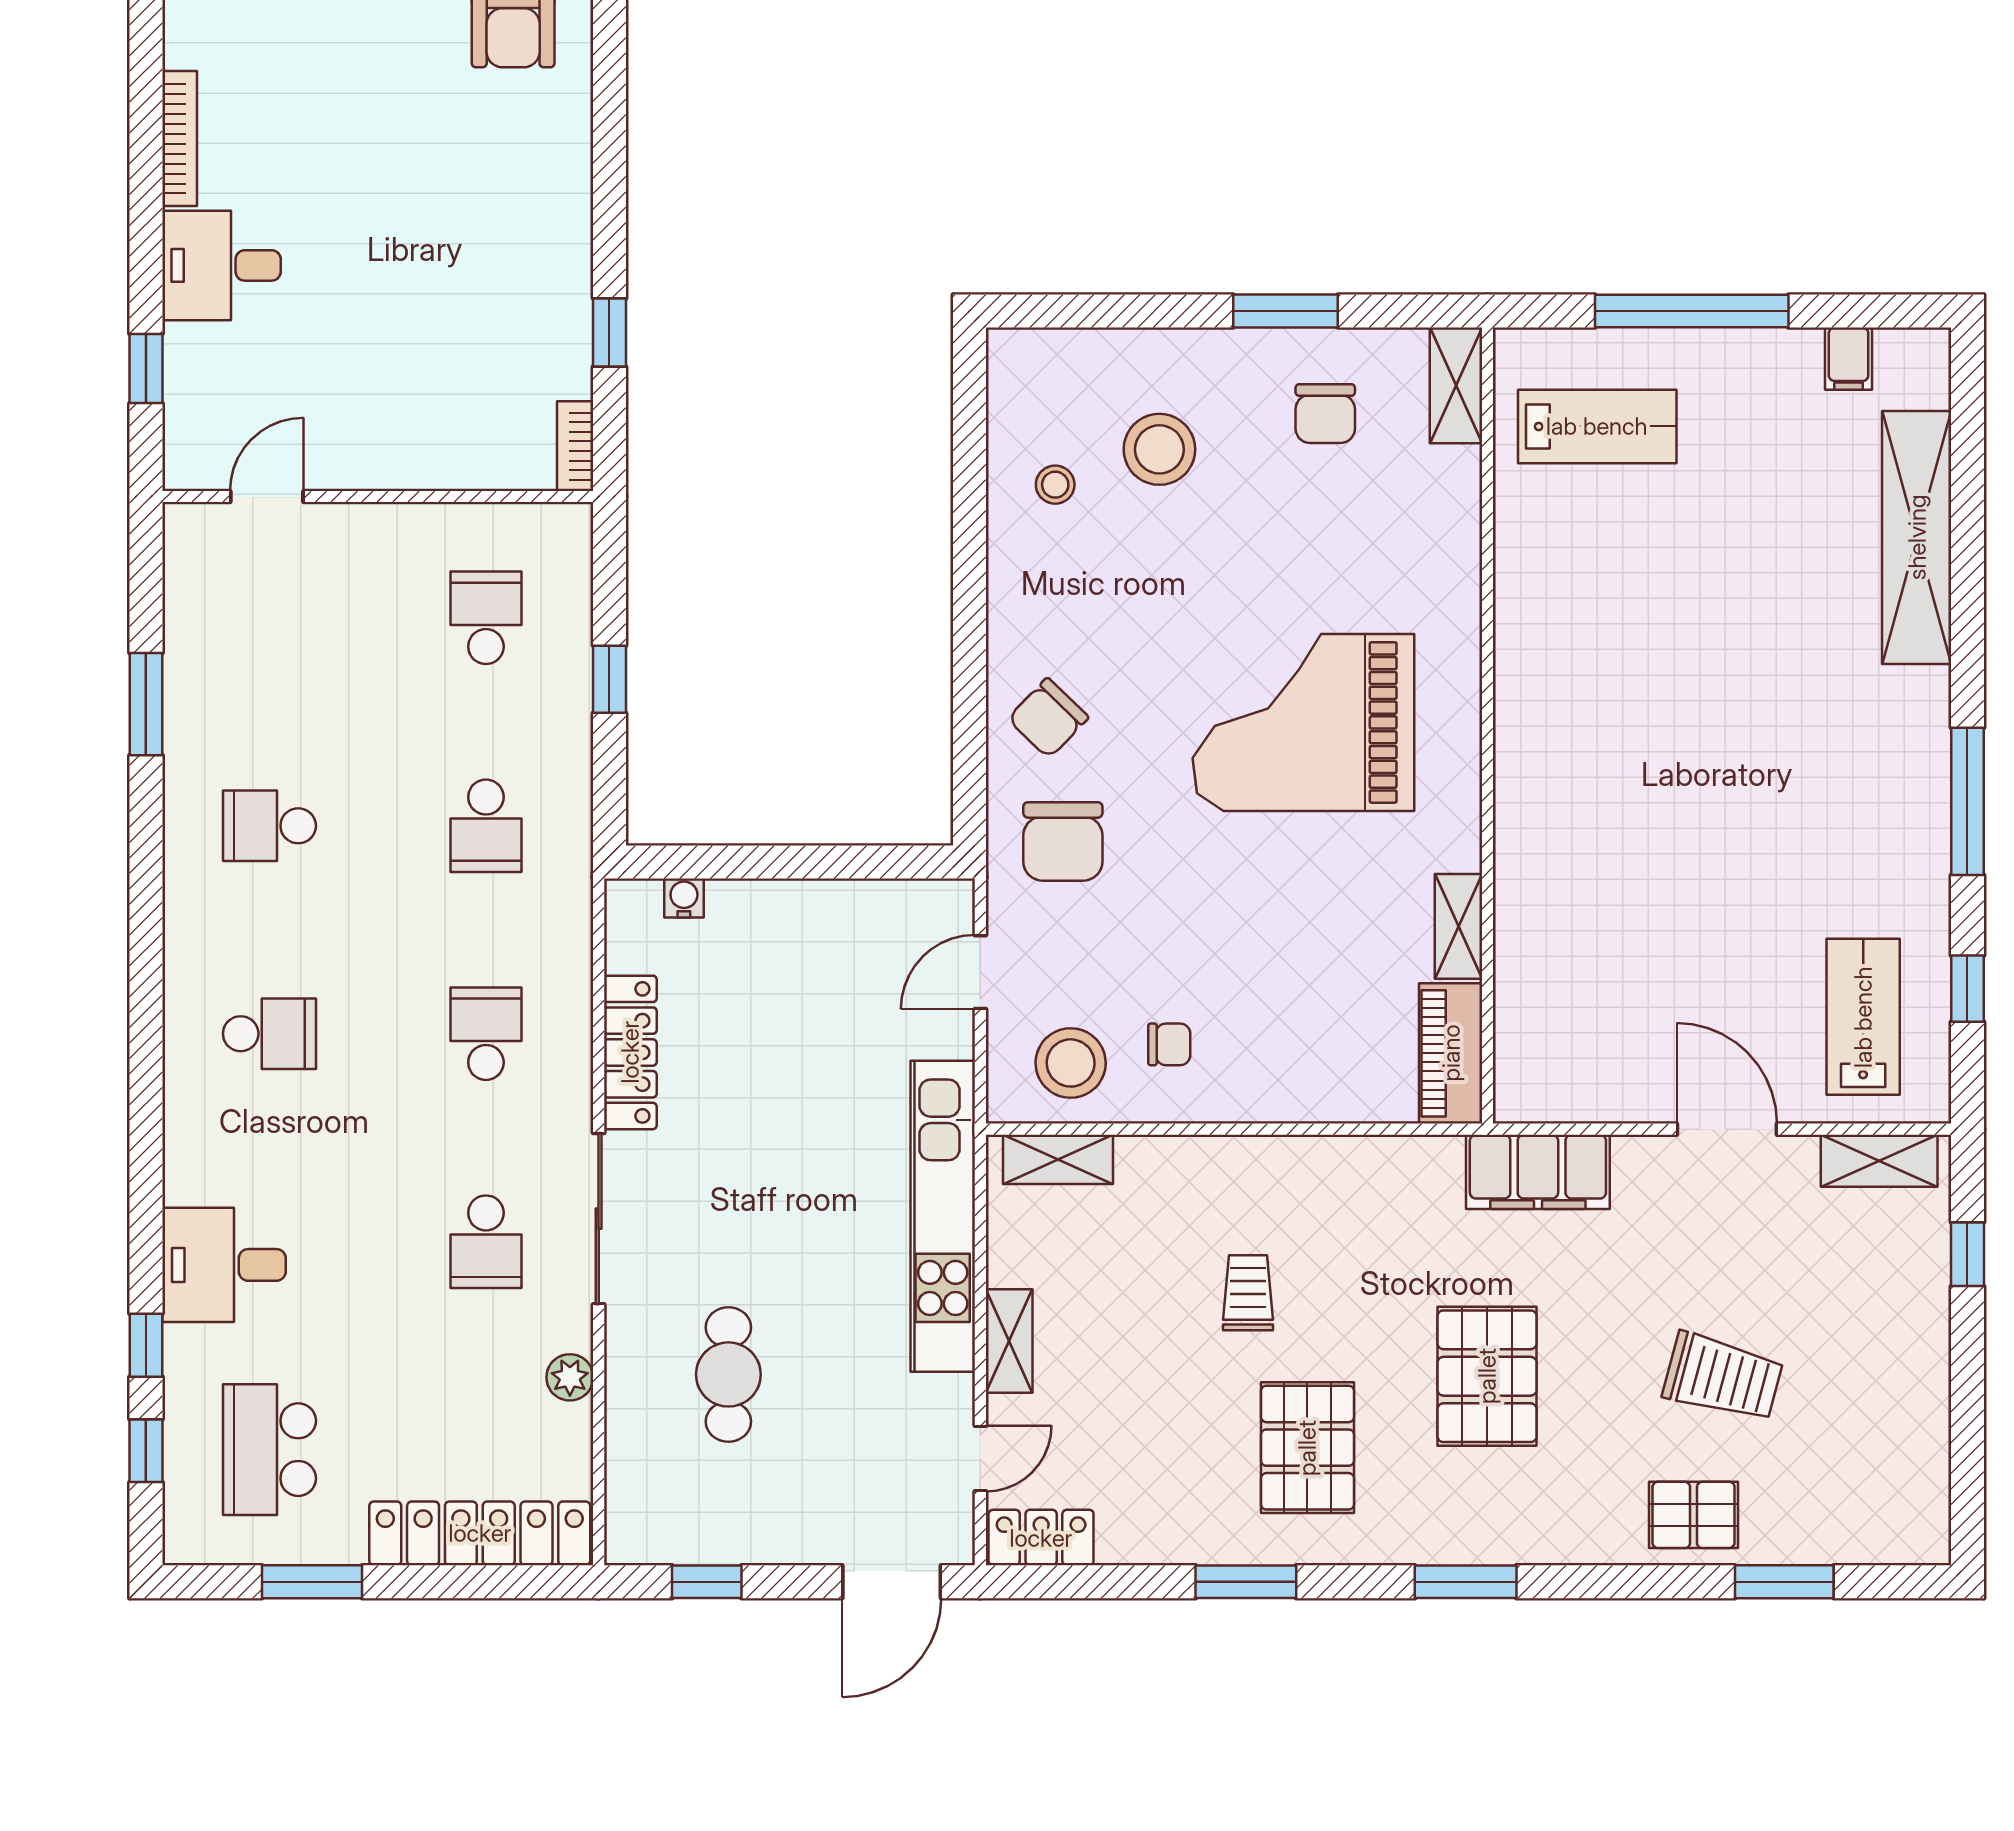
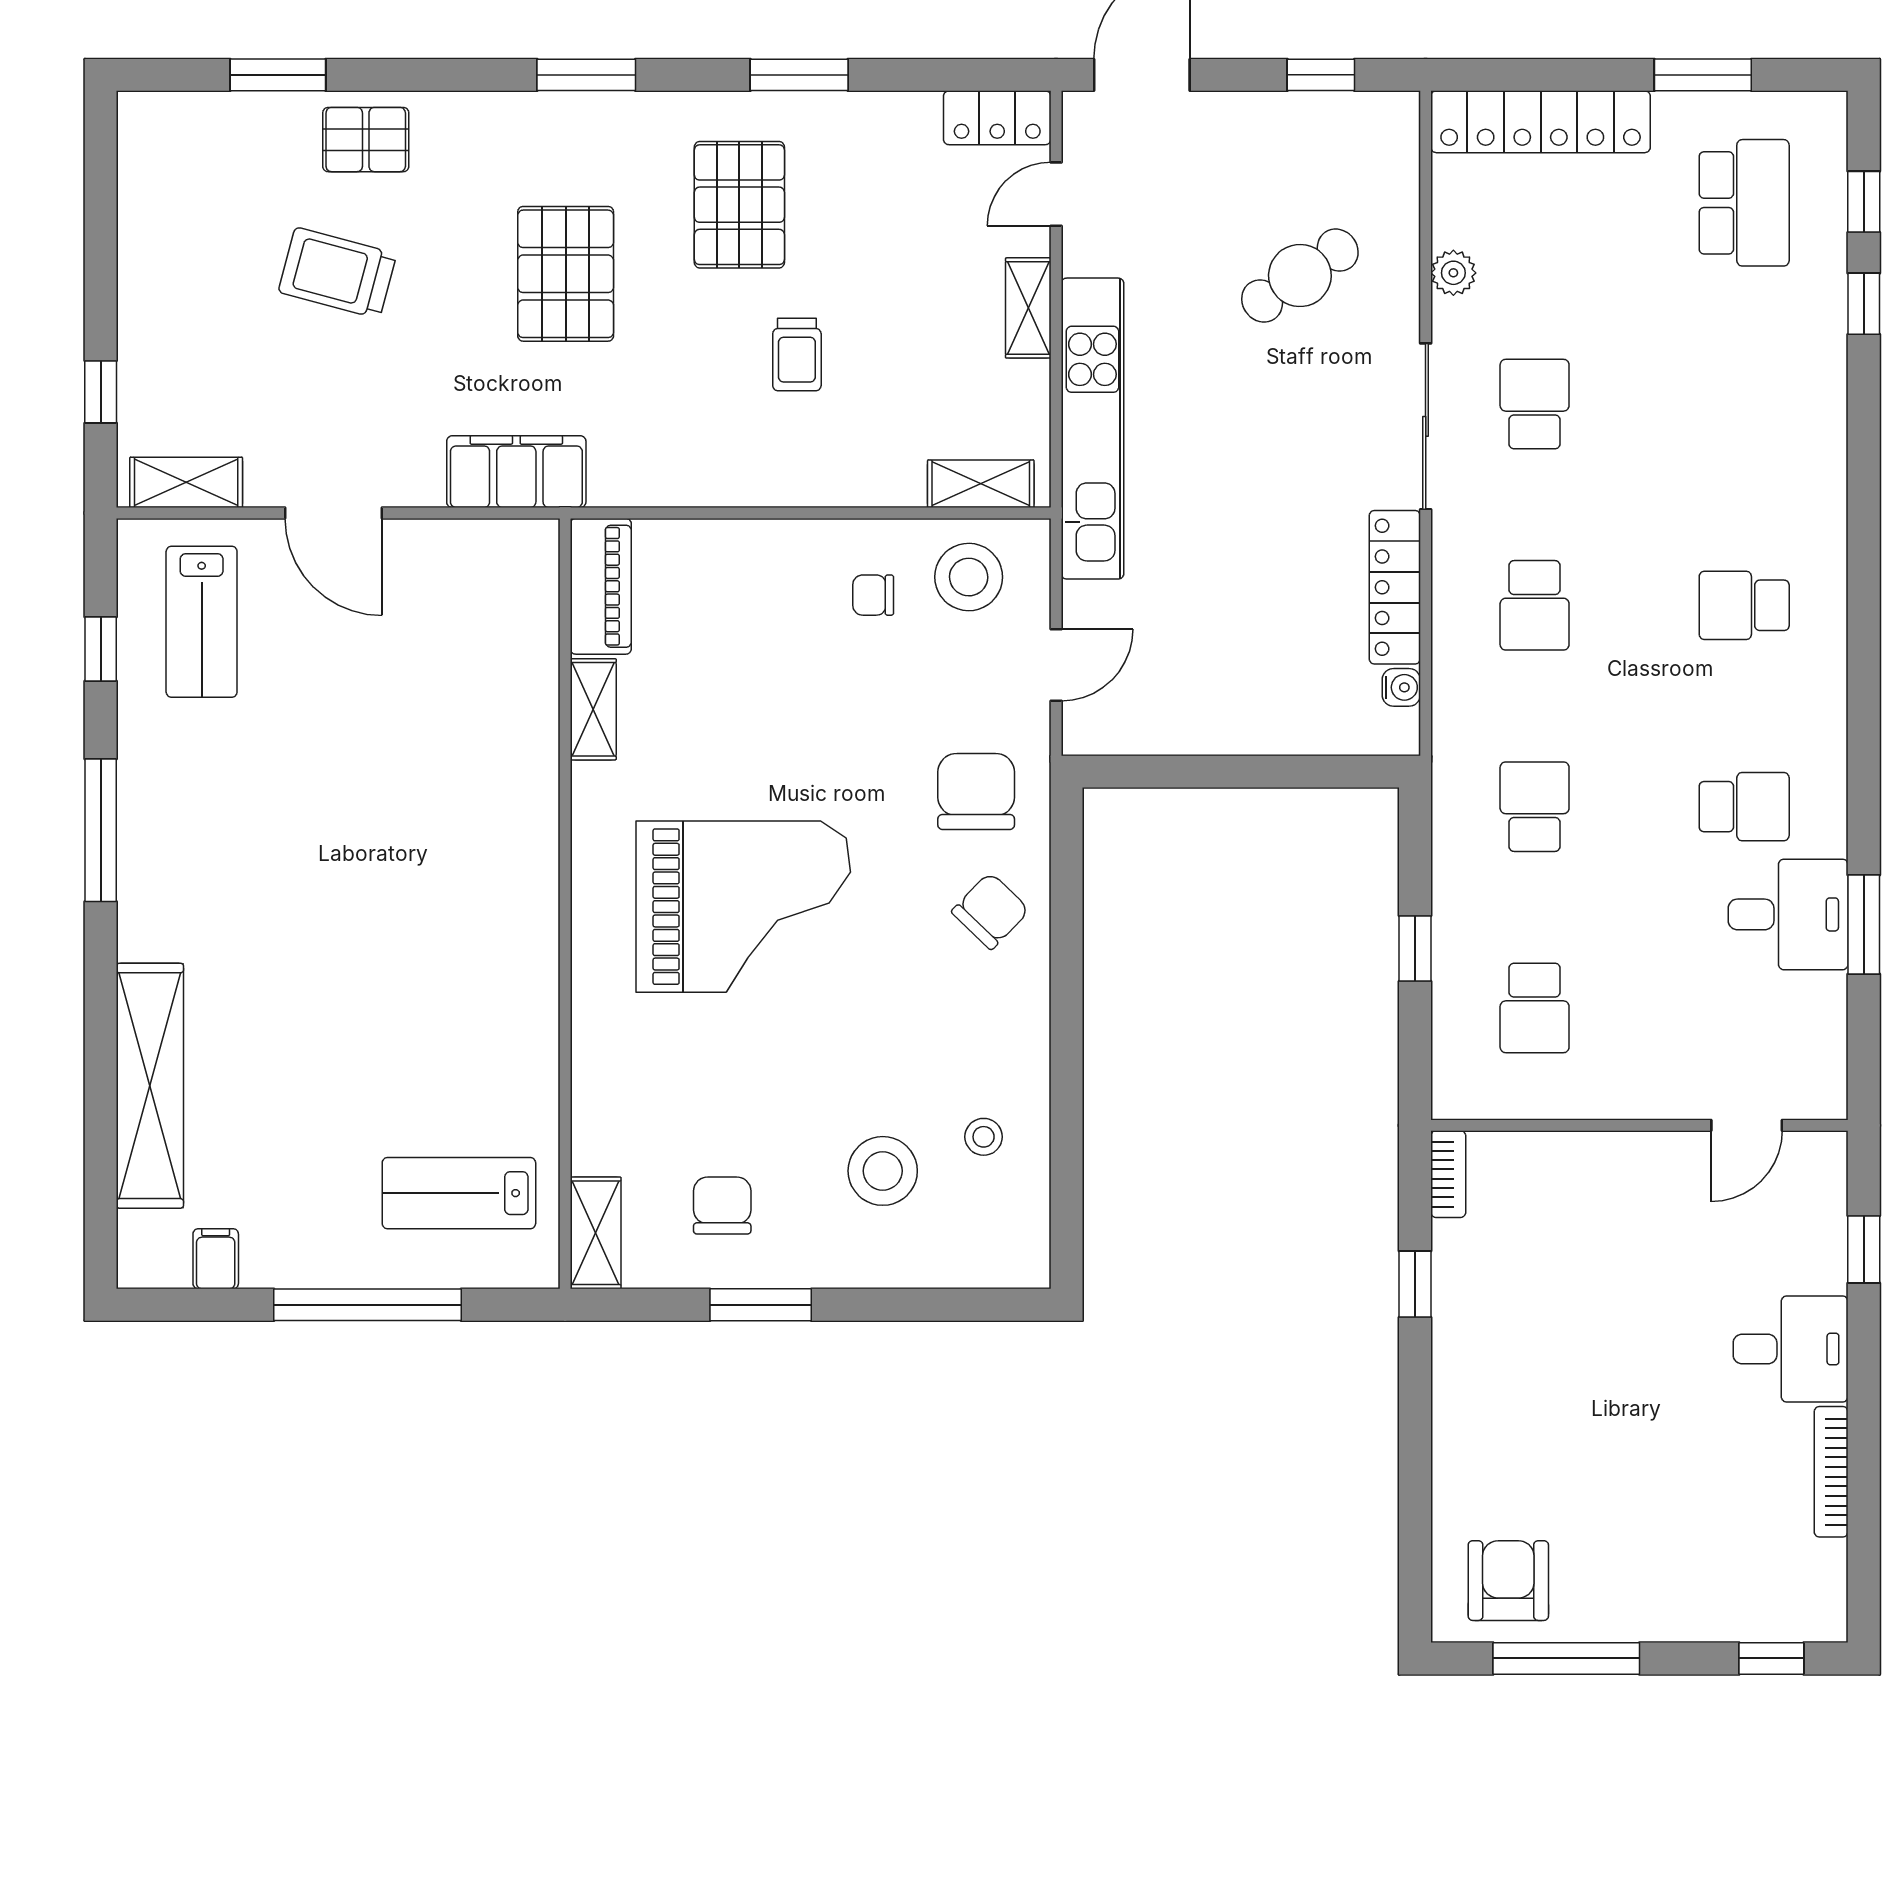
water cooler: (684, 898) -> (1401, 687), moved, turned -90
desk: (224, 1265) -> (1788, 914), moved
cafe table: (728, 1374) -> (1300, 276), turned 56

